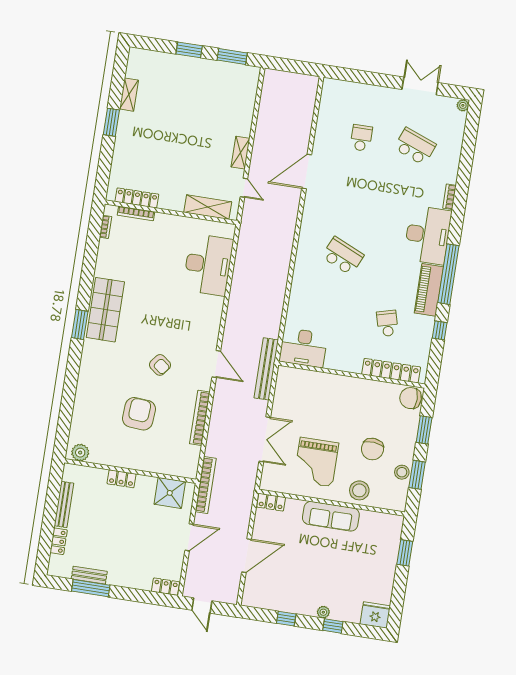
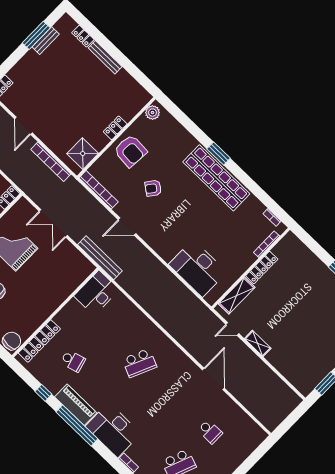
locker: (137, 198) -> (262, 267), moved
shop shelf: (105, 310) -> (216, 178), width x1.40
plant: (80, 453) -> (152, 113), moved
wall: (130, 471) -> (116, 137), moved
locker: (122, 479) -> (115, 128), moved
shower: (170, 493) -> (83, 154), moved

